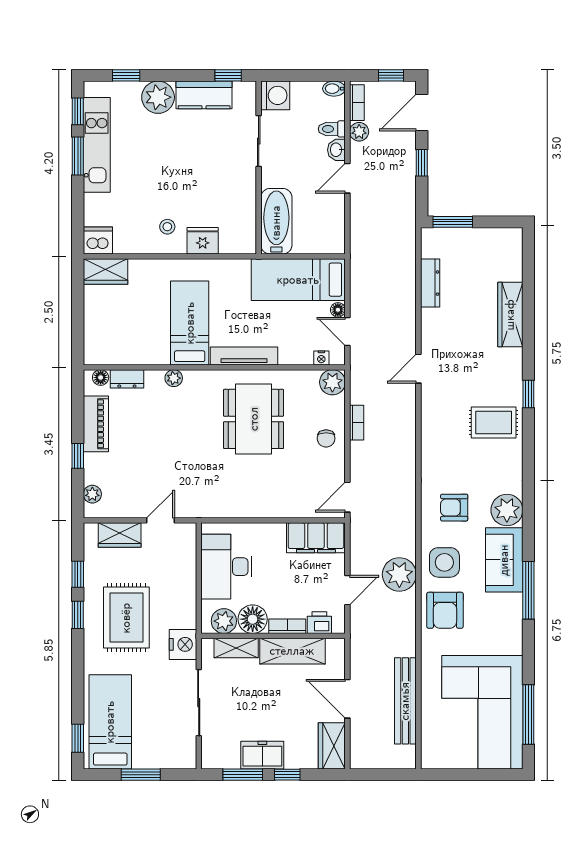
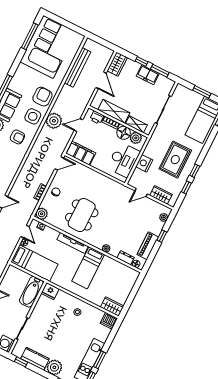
fridge: (203, 241) -> (50, 291), moved
nightstand: (183, 644) -> (144, 163), moved

